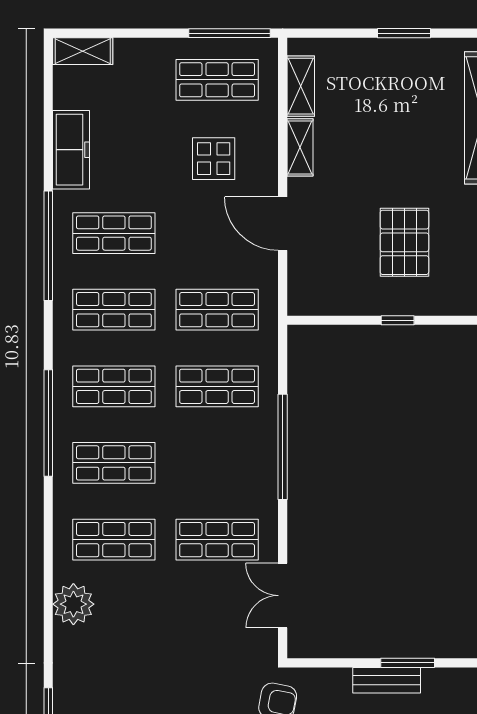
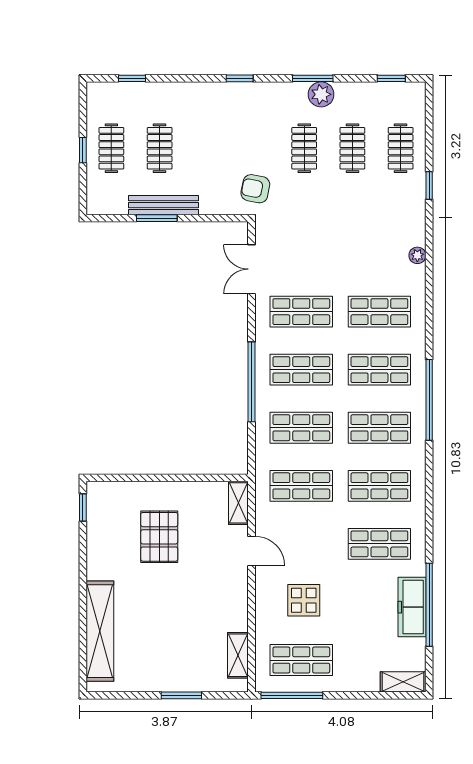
window: (404, 33) -> (181, 695), moved
shelving: (300, 147) -> (238, 503), moved
door: (283, 224) -> (252, 551), width x0.73
window: (48, 246) -> (429, 605), moved
window: (398, 320) -> (164, 478), removed
shop shelf: (217, 463) -> (301, 370), added
double door: (283, 596) -> (252, 269), swing flipped
plant: (73, 604) -> (417, 255), width x0.53, depth x0.53
bench: (387, 680) -> (163, 205), width x1.36

